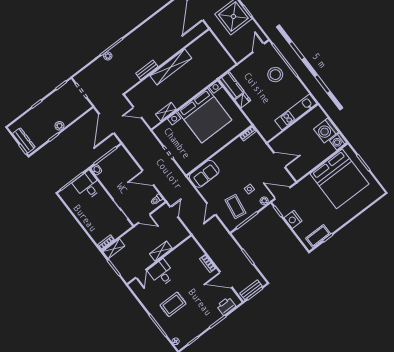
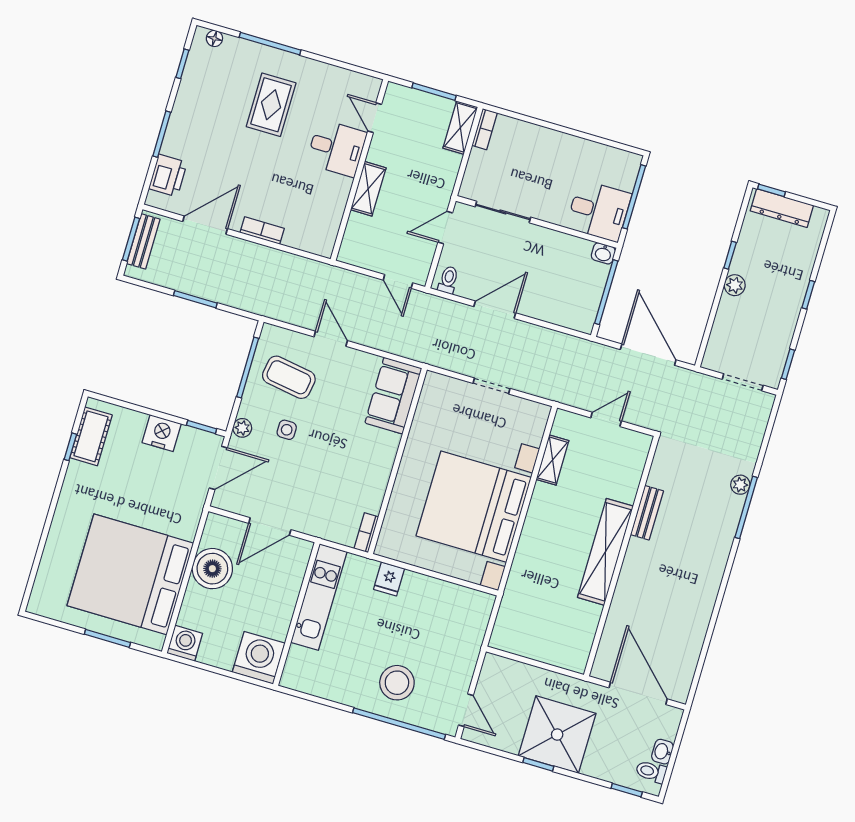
kitchen counter: (232, 85) -> (464, 601), removed
fridge: (243, 100) -> (389, 579), moved
kitchen unit: (296, 112) -> (319, 597), moved
washing machine: (326, 131) -> (259, 658), moved
boiler: (310, 160) -> (212, 569), added

